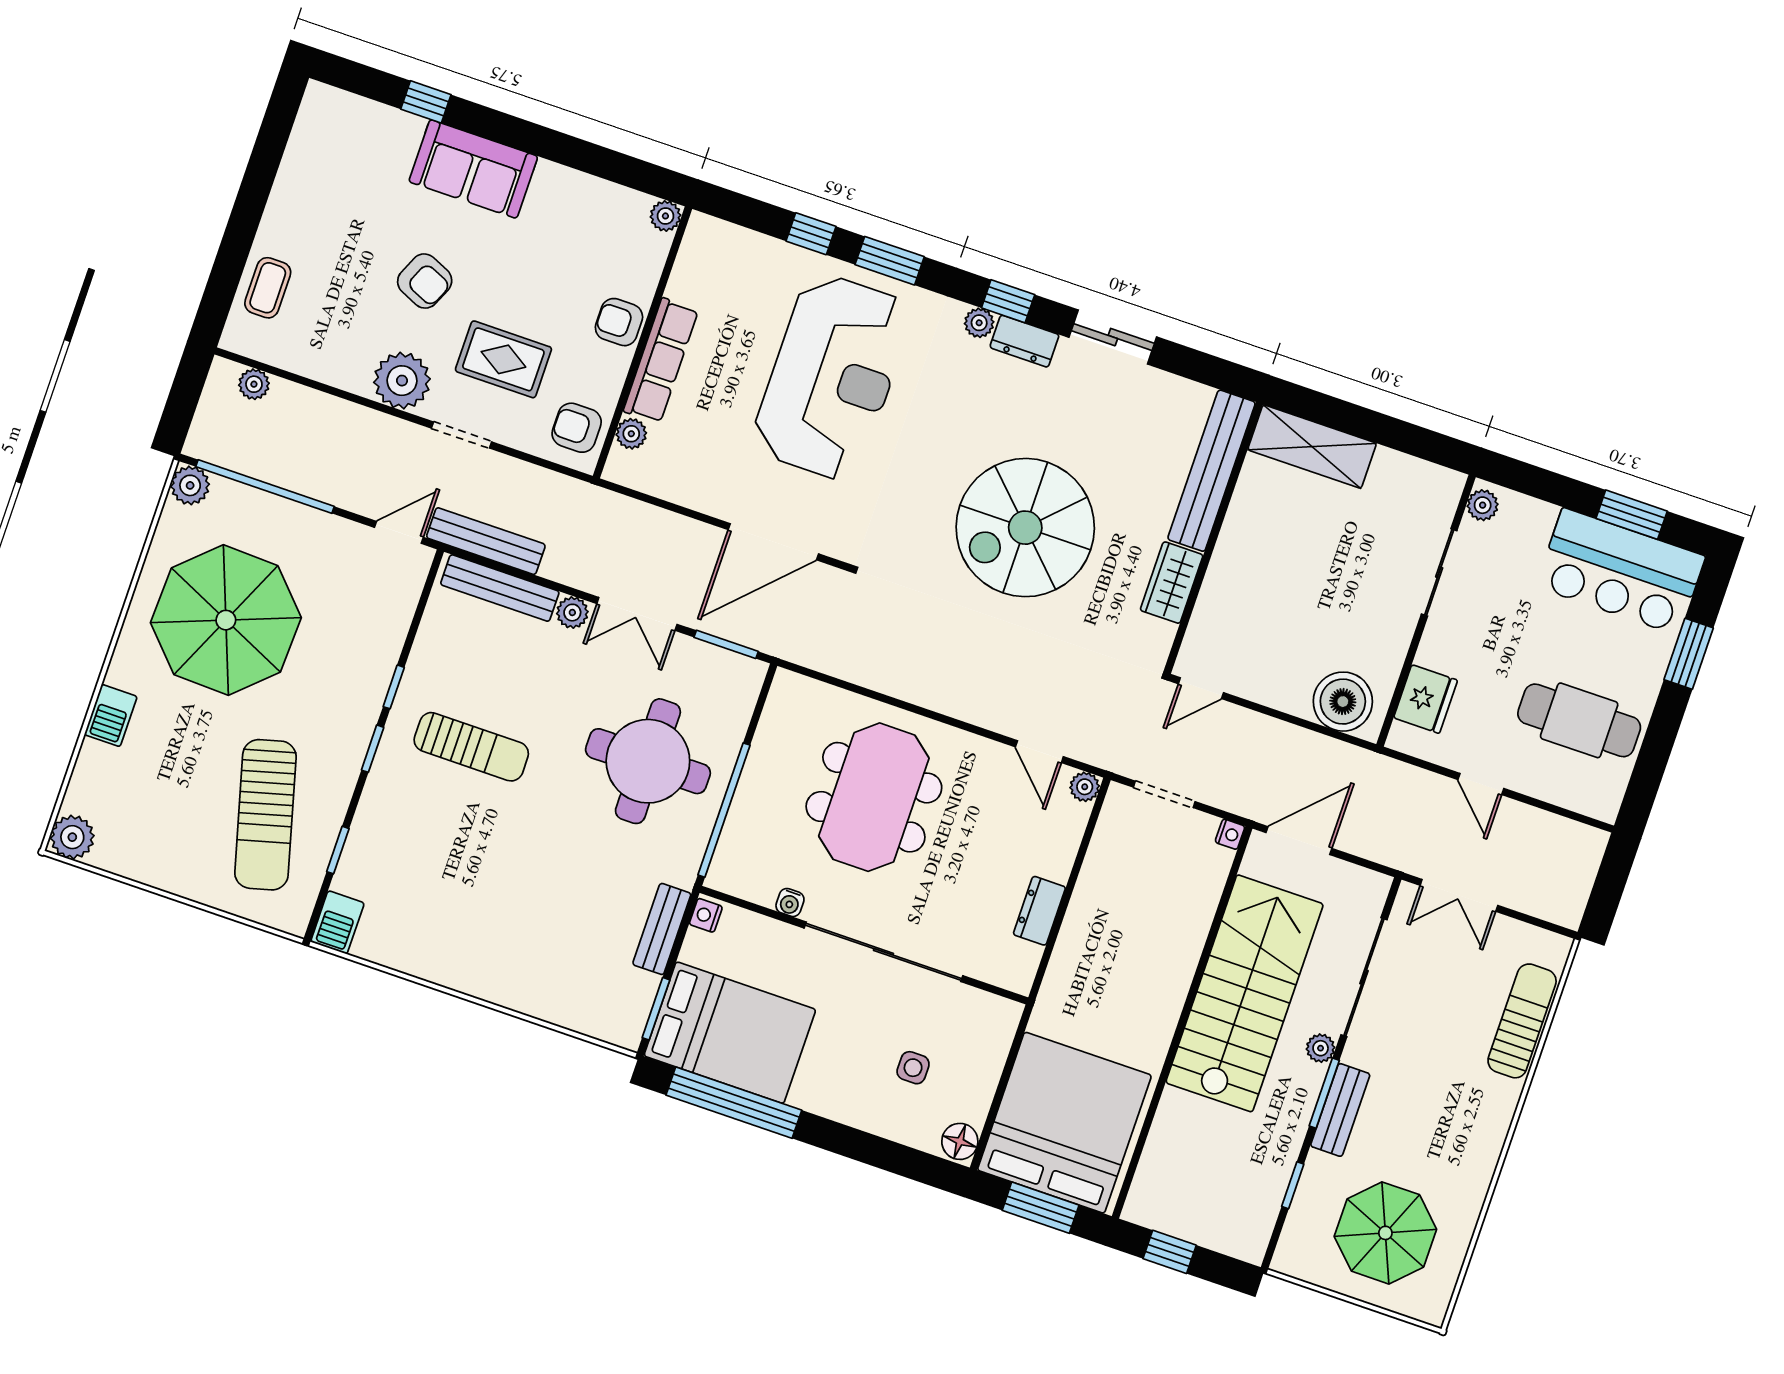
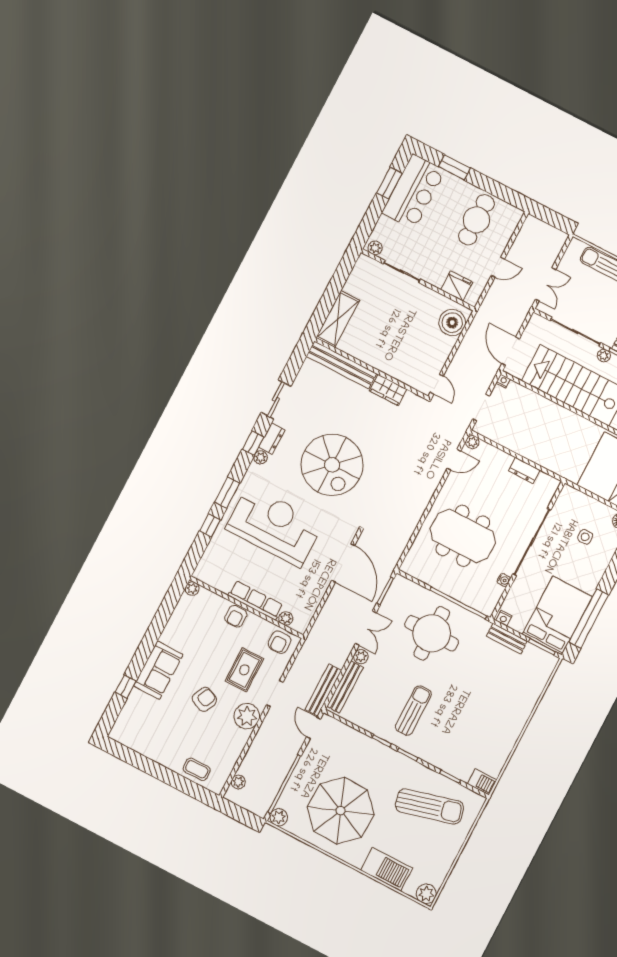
spiral stairs: (1025, 528) -> (332, 465), moved
barbecue: (111, 716) -> (387, 869), width x1.88, depth x1.53

